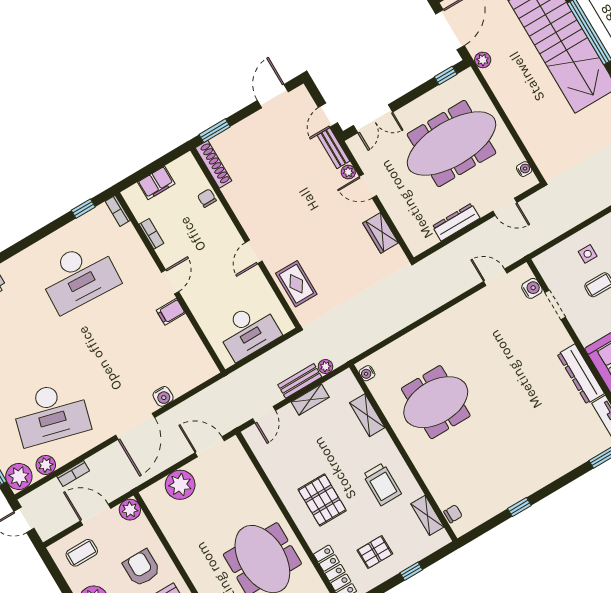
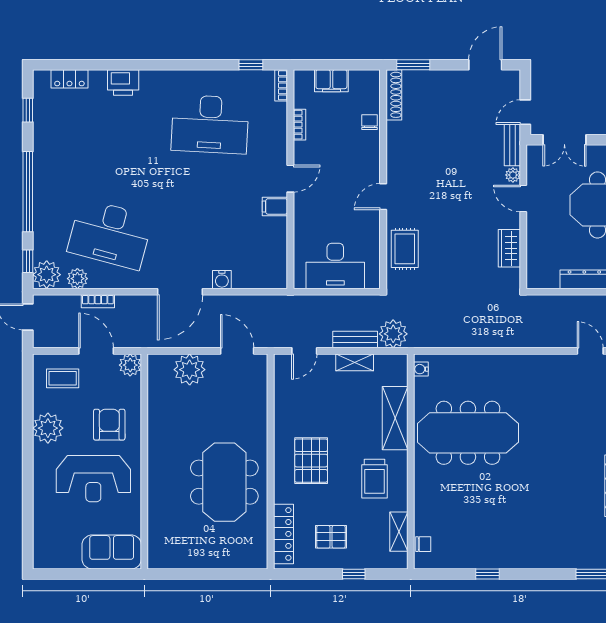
plant: (326, 367) -> (393, 334), width x1.88, depth x1.88
meeting table: (436, 402) -> (468, 433), width x1.36
shelving: (367, 415) -> (395, 418), width x1.50, depth x1.33

